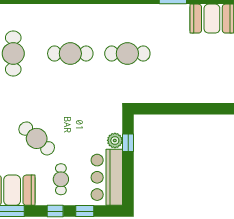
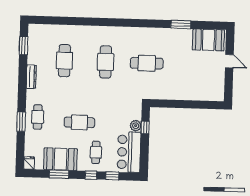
cafe table: (70, 54) -> (106, 62), turned 90
cafe table: (37, 138) -> (79, 122), turned -42

